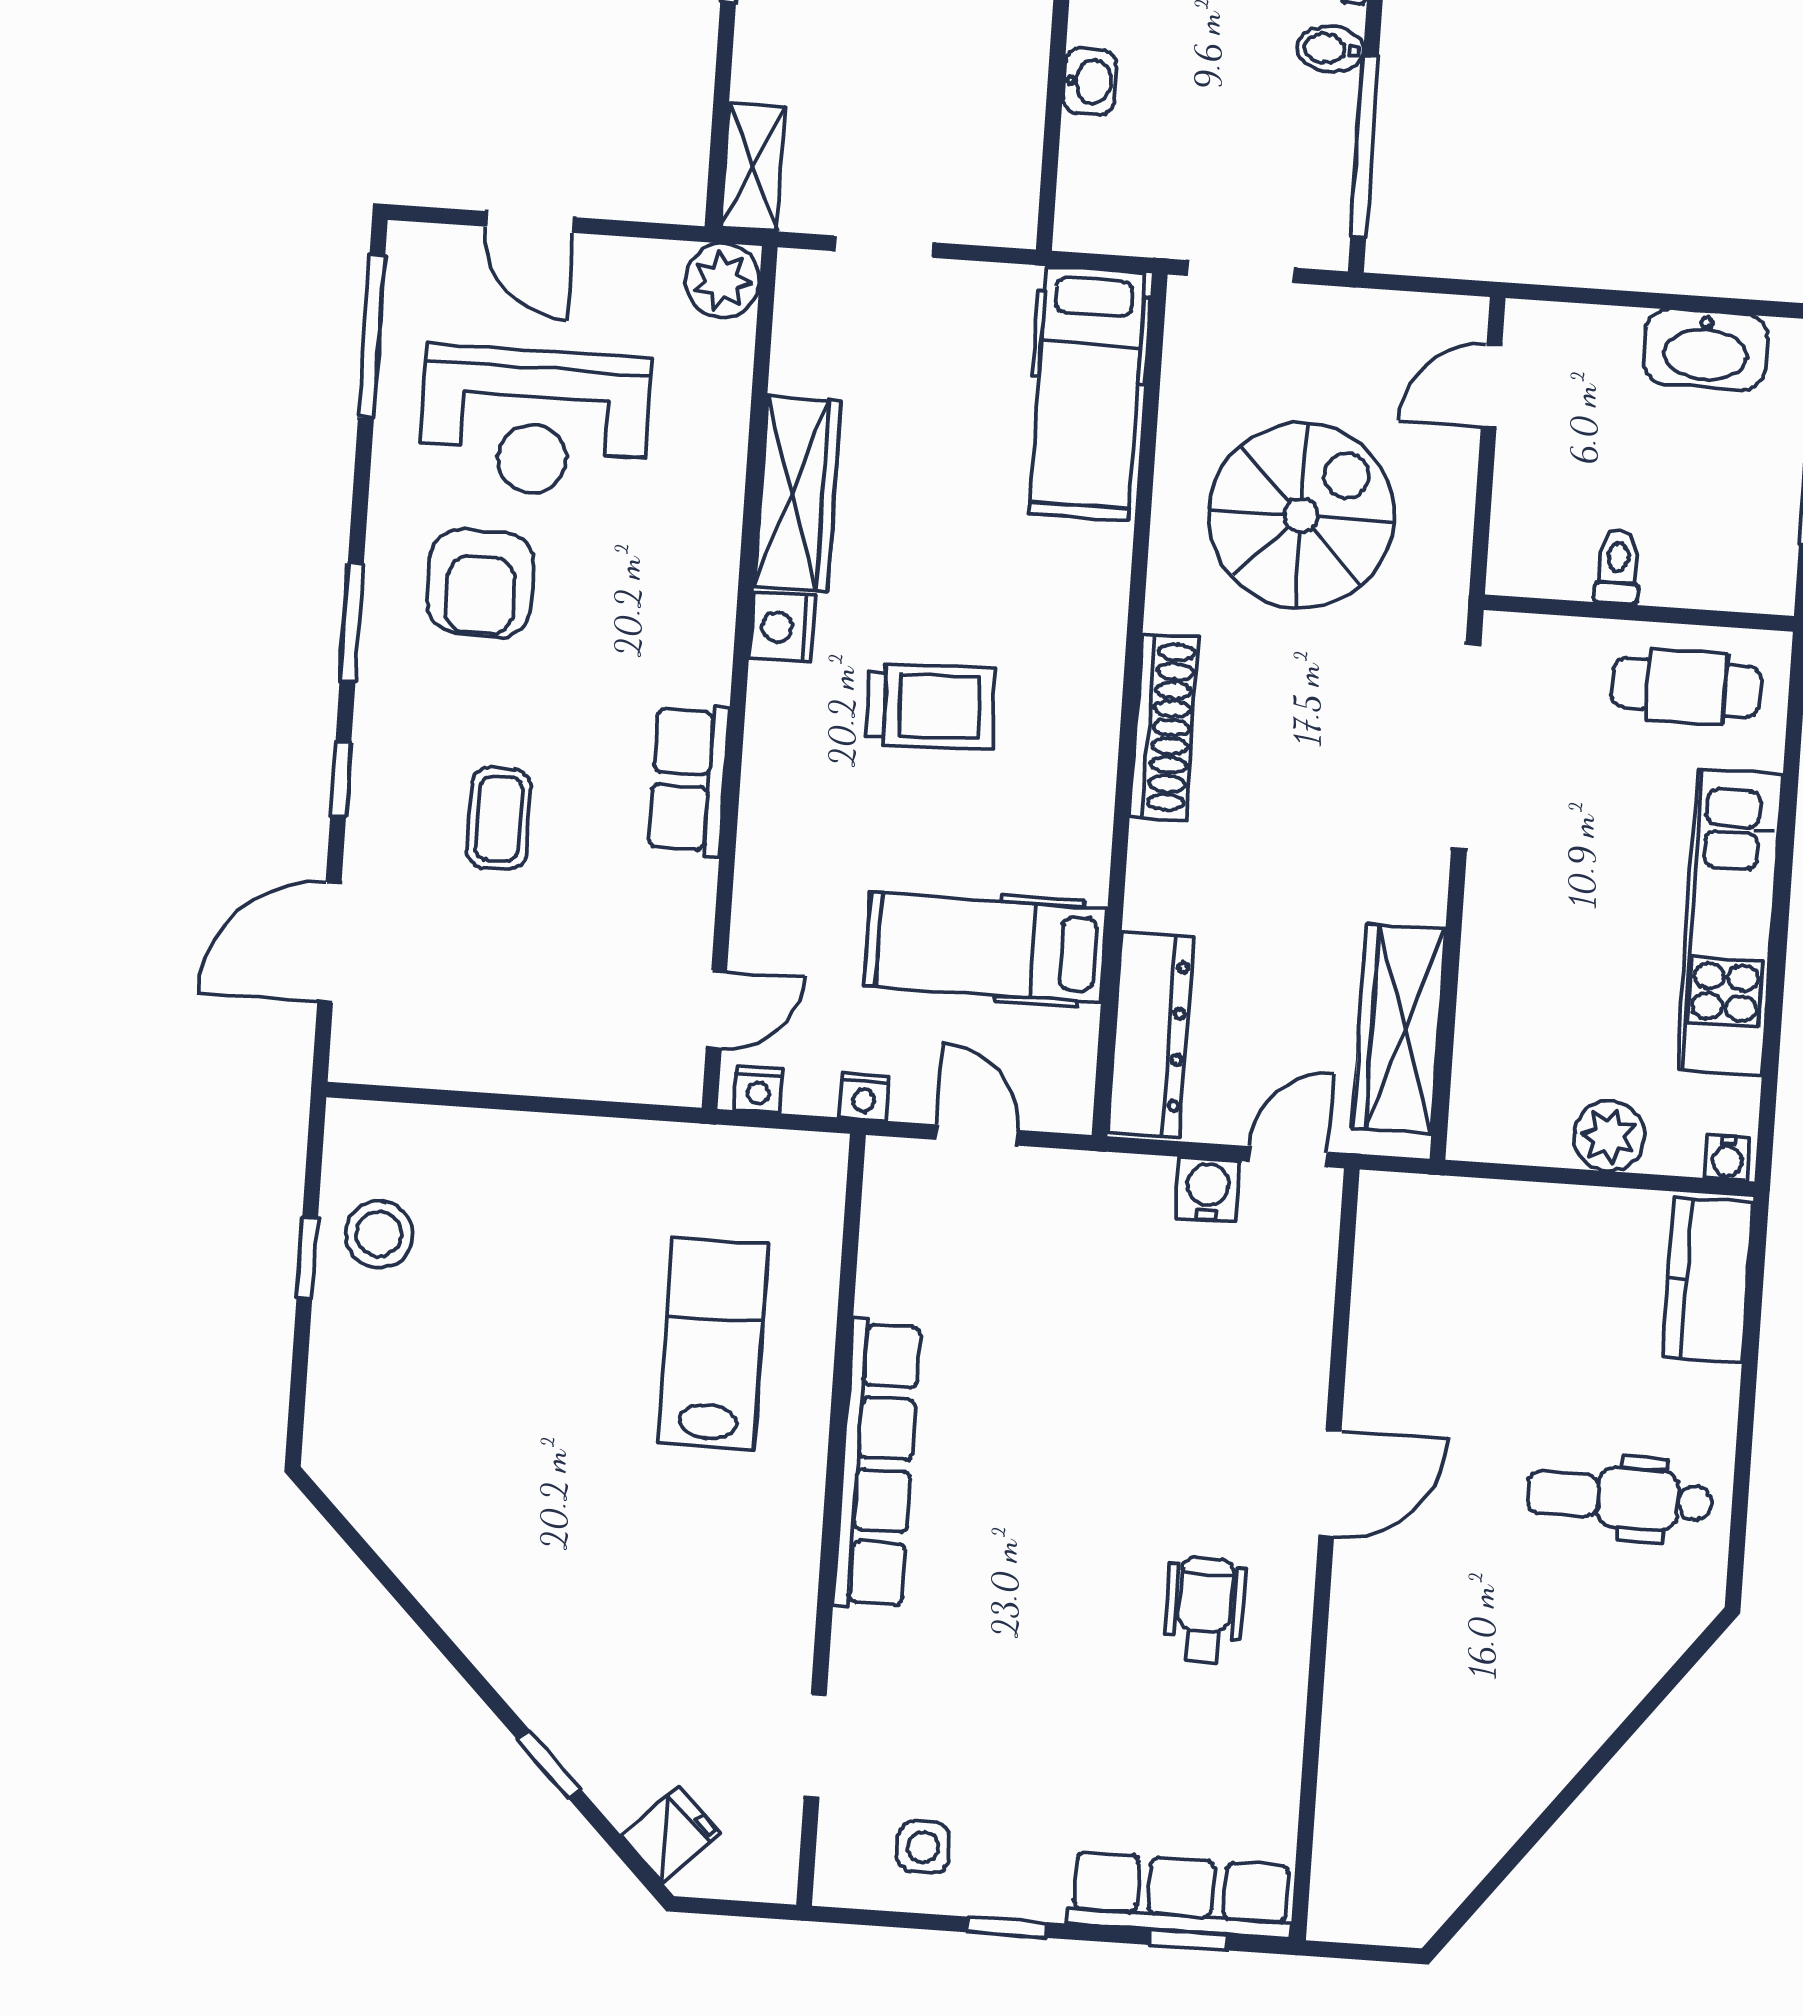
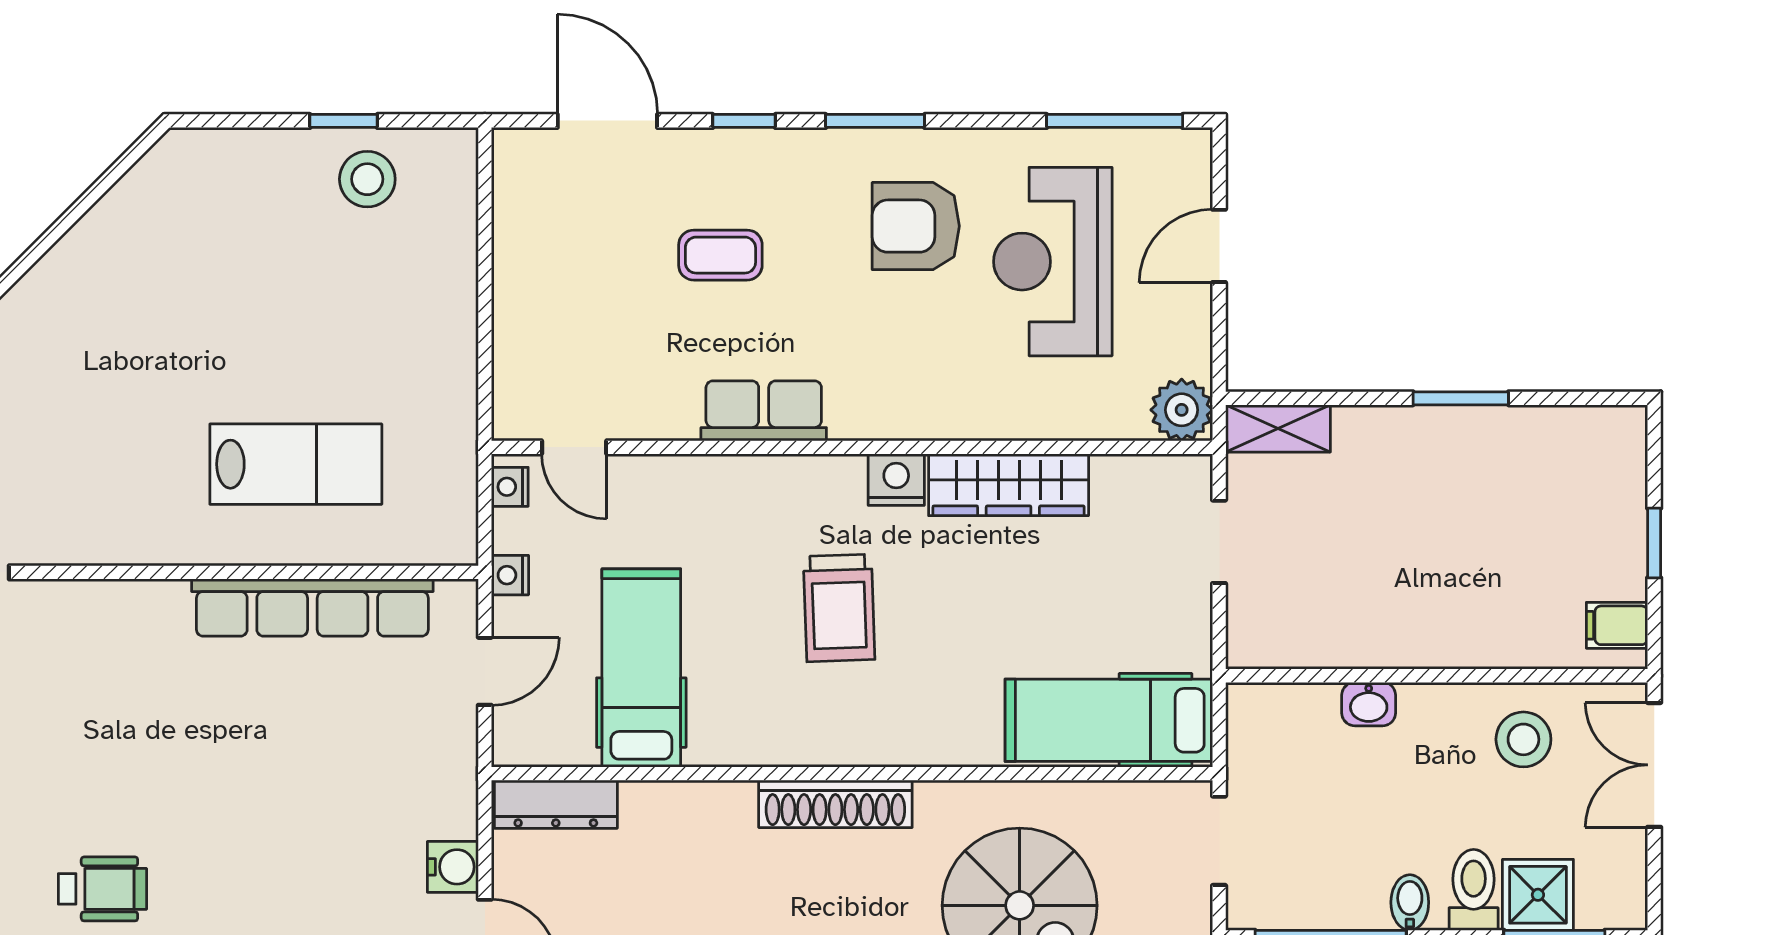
dresser: (1150, 1035) -> (556, 804), width x0.73, depth x0.80
row of seats: (877, 1464) -> (312, 608), moved

